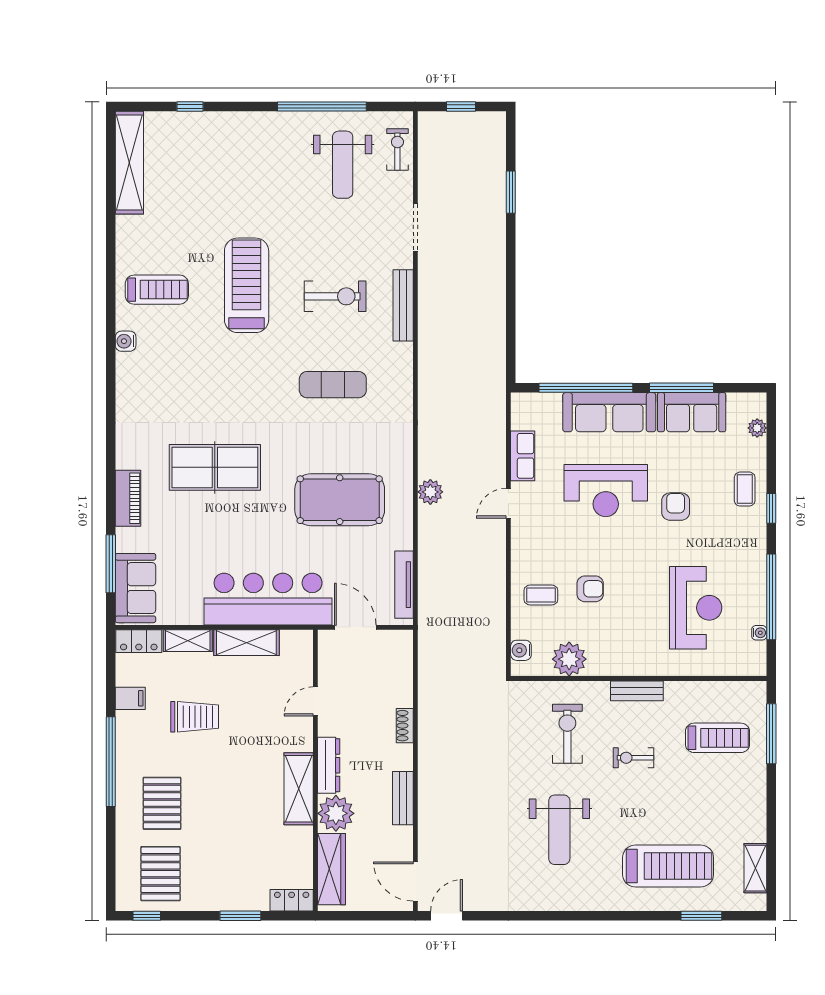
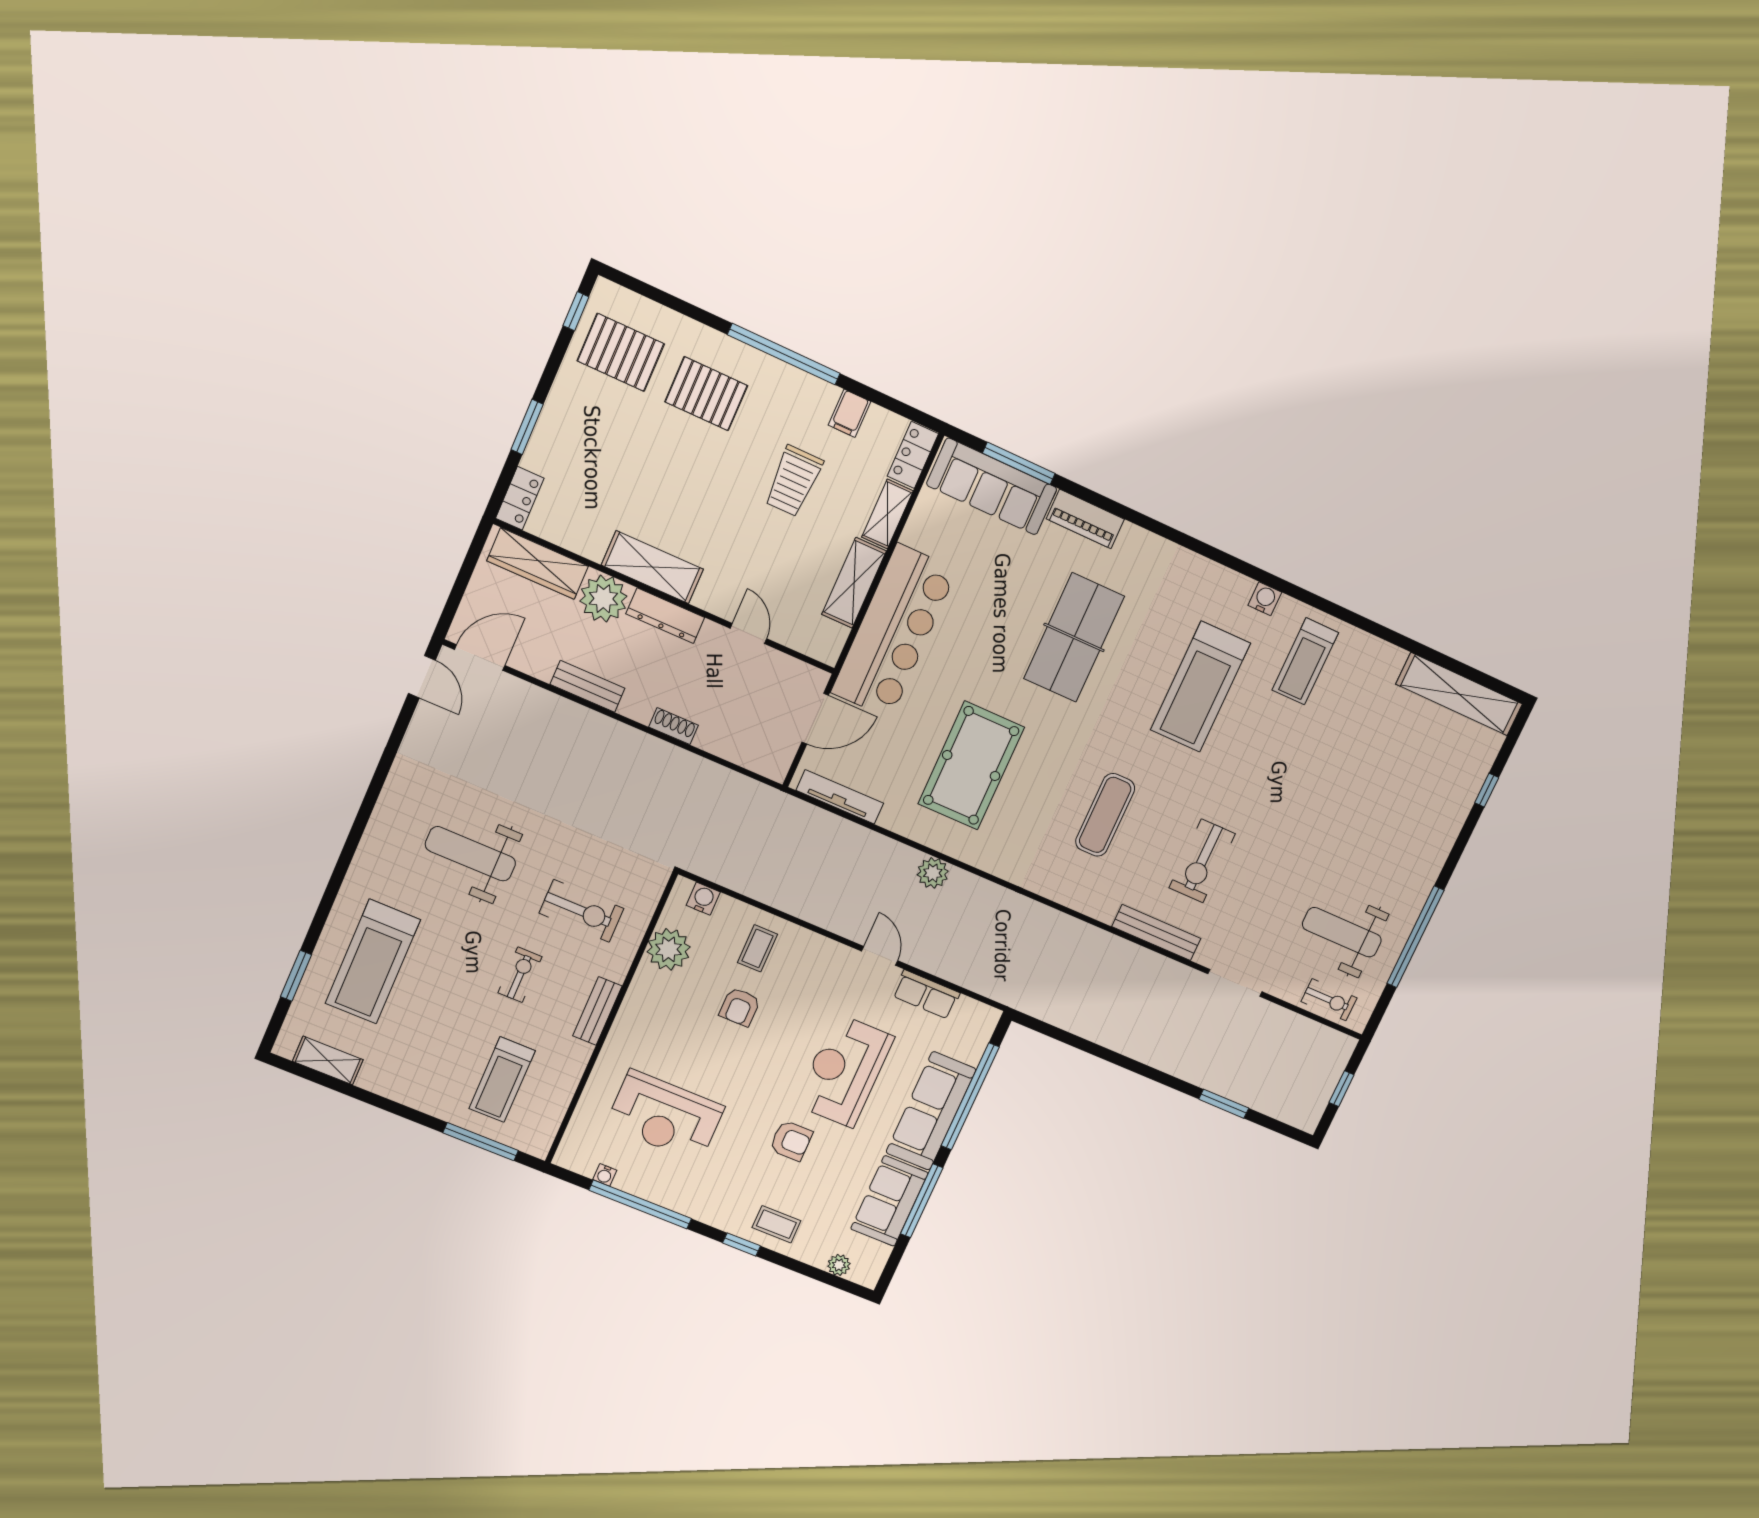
treadmill: (247, 285) -> (1200, 687), moved, turned 90
sofa: (135, 588) -> (992, 487), width x1.36

